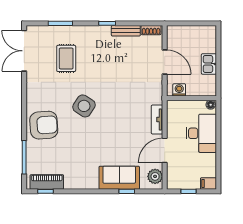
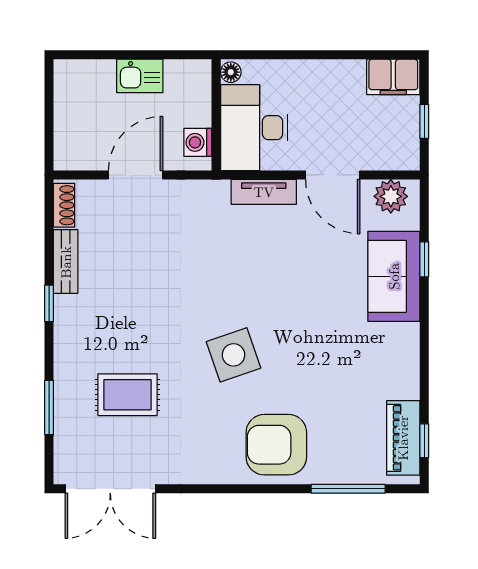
side table: (84, 106) -> (234, 355), turned 38
armchair: (44, 125) -> (276, 445), turned -86
desk: (201, 133) -> (254, 128), moved, turned -90
filing cabinet: (209, 183) -> (393, 77), width x2.00

